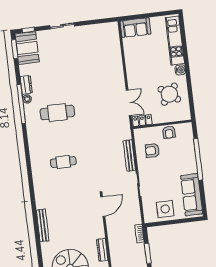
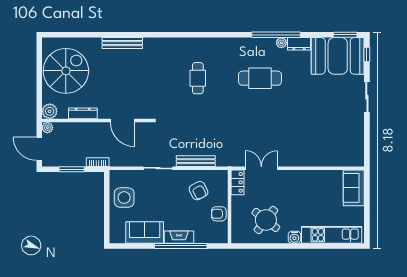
booth: (27, 48) -> (338, 56), width x1.36, depth x1.42
double door: (129, 103) -> (261, 168), swing flipped
cafe table: (57, 113) -> (260, 78), turned 90
armchair: (152, 151) -> (199, 191), turned 153
fireplace: (191, 162) -> (179, 237), added
sofa: (192, 195) -> (145, 232), width x0.73
door: (103, 206) -> (122, 121), moved

